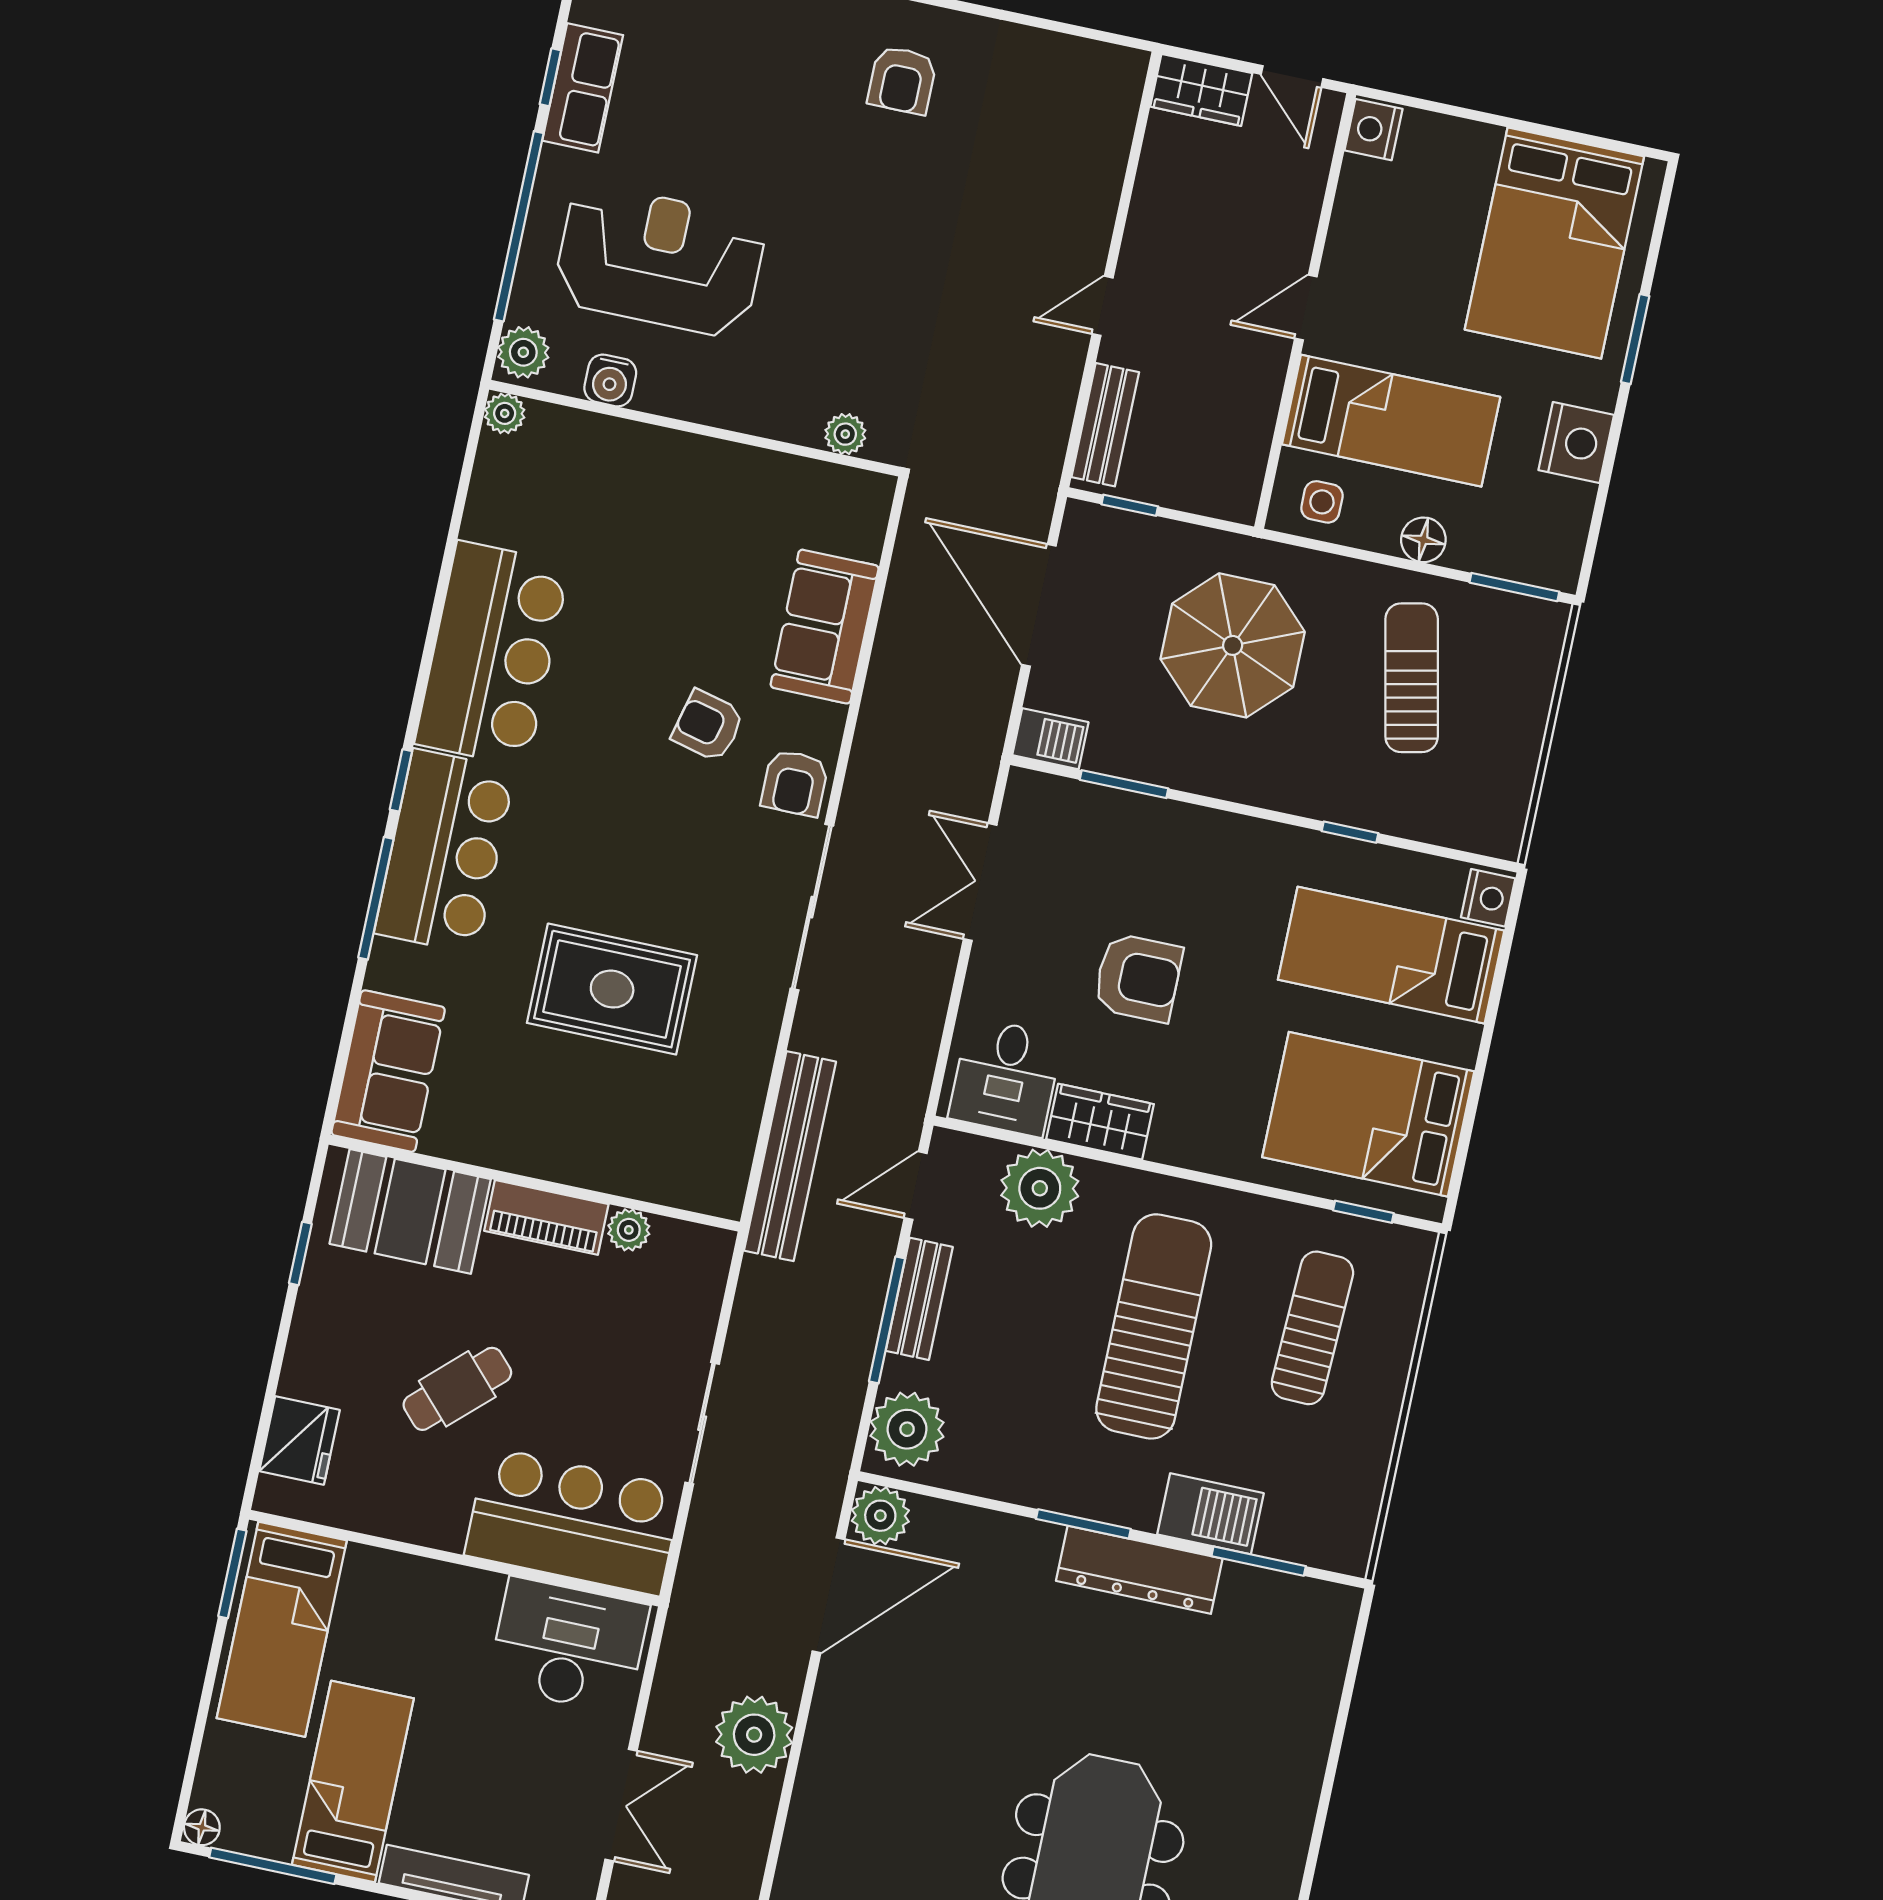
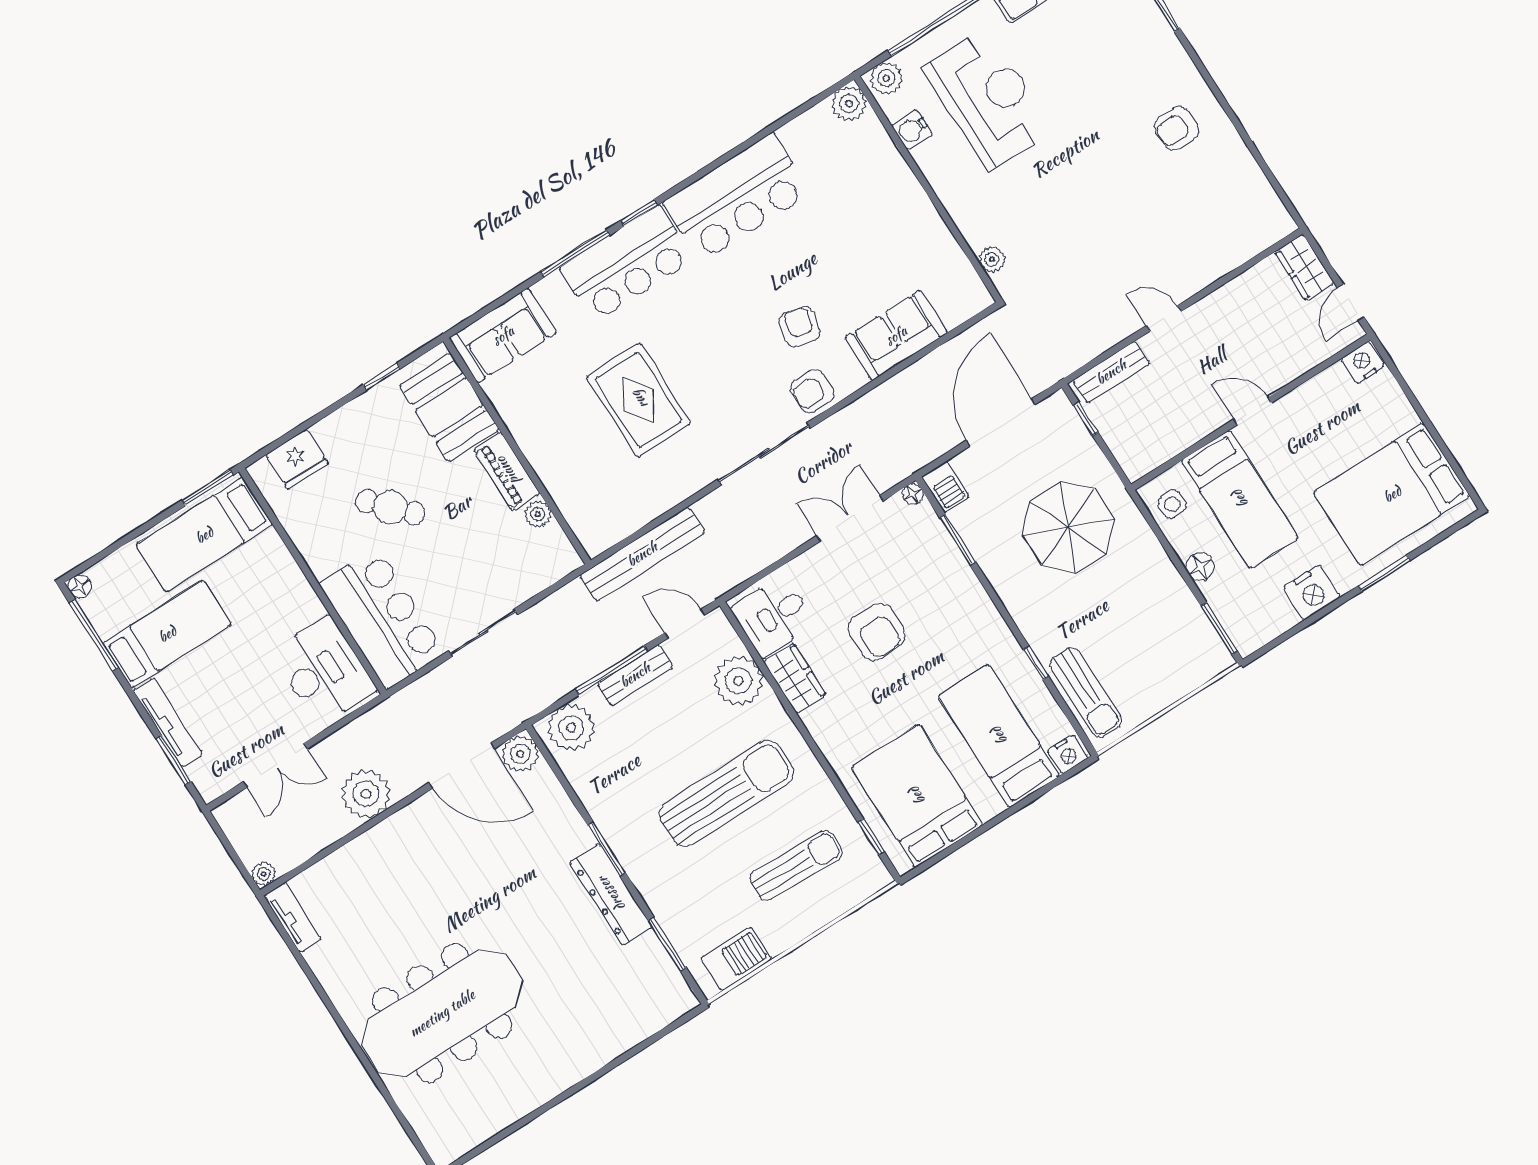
plant: (505, 413) -> (849, 104), width x1.38, depth x1.38
sun lounger: (1412, 678) -> (1086, 692), moved, turned 102
floor lamp: (1023, 784) -> (913, 494), added
barbecue: (1210, 1514) -> (736, 959), moved, turned -90

